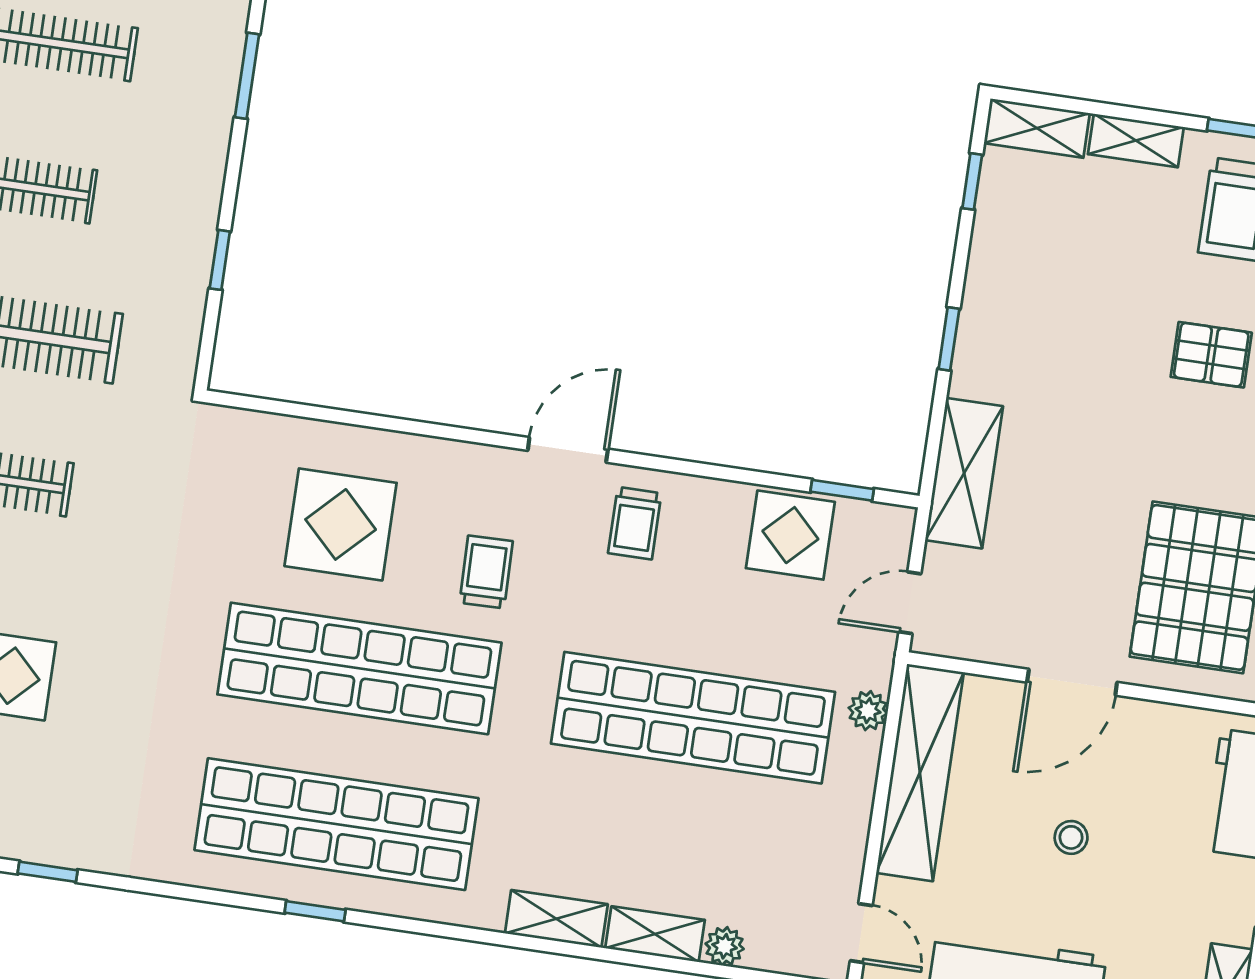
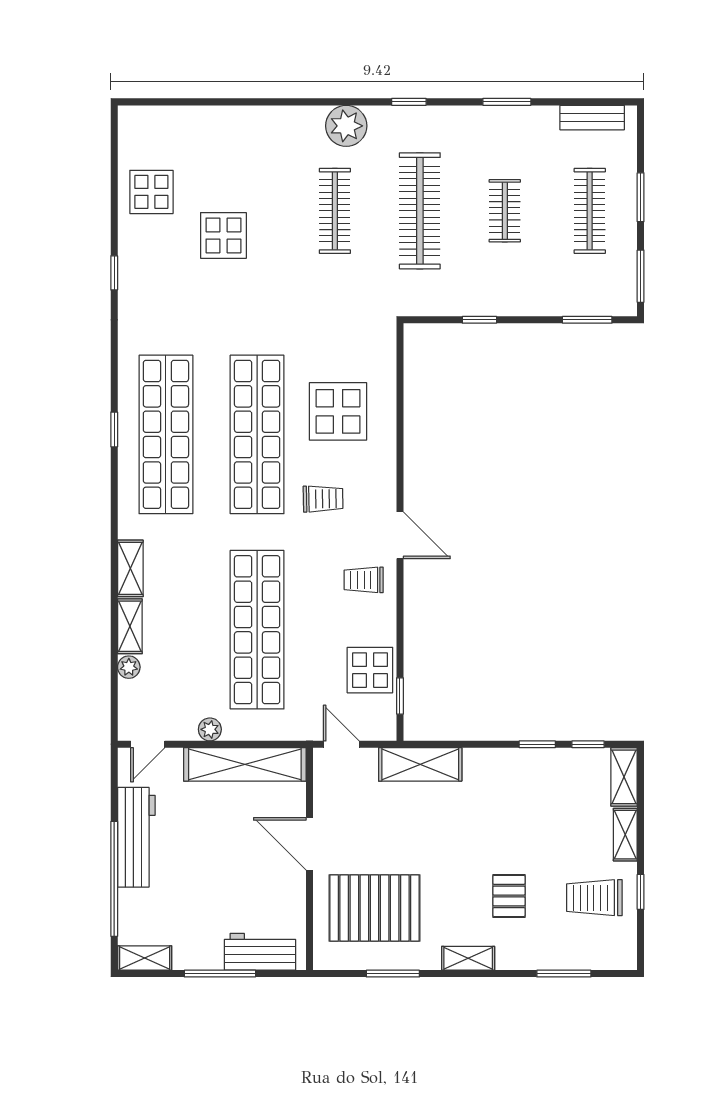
window: (949, 339) -> (537, 744), moved
plant: (868, 711) -> (210, 729), moved
stool: (1071, 837) -> (220, 856), removed

